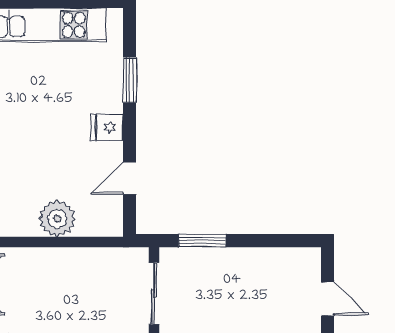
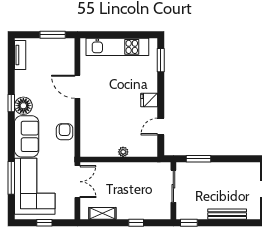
window: (130, 80) -> (161, 60), moved
plant: (57, 219) -> (123, 152), width x0.53, depth x0.53

